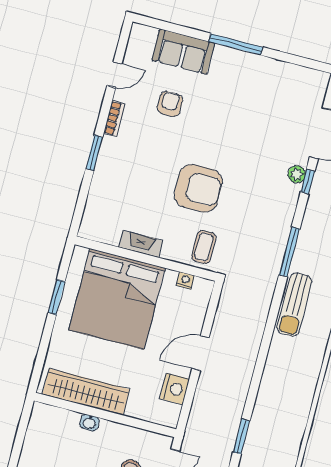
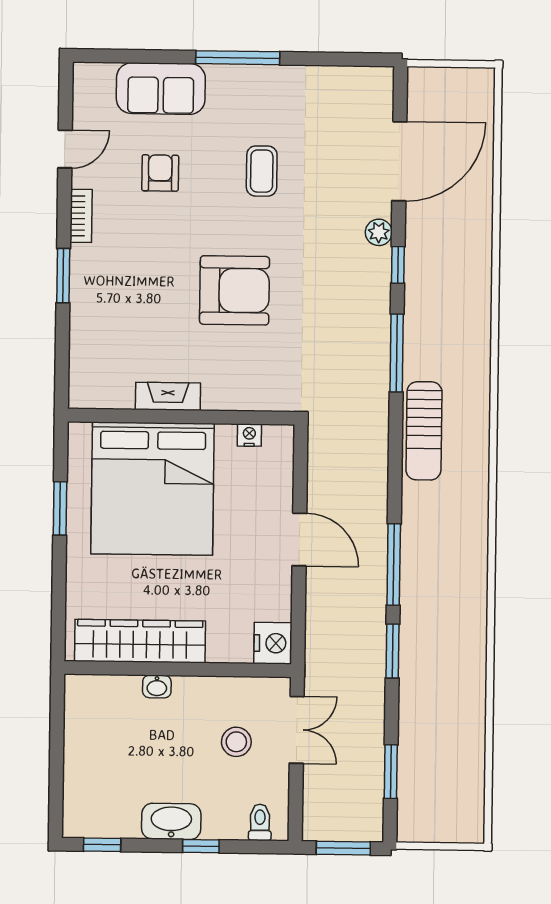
window: (308, 182) -> (398, 265), moved
coffee table: (204, 247) -> (262, 171), moved
door: (200, 353) -> (299, 540), swing flipped
window: (255, 383) -> (394, 565), added
nightstand: (175, 389) -> (273, 643), moved

